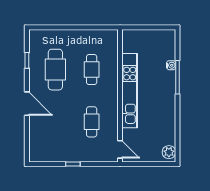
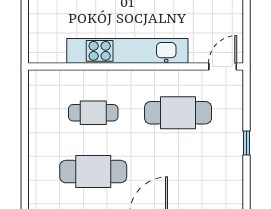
cafe table: (92, 122) -> (178, 113), width x1.37, depth x1.35

